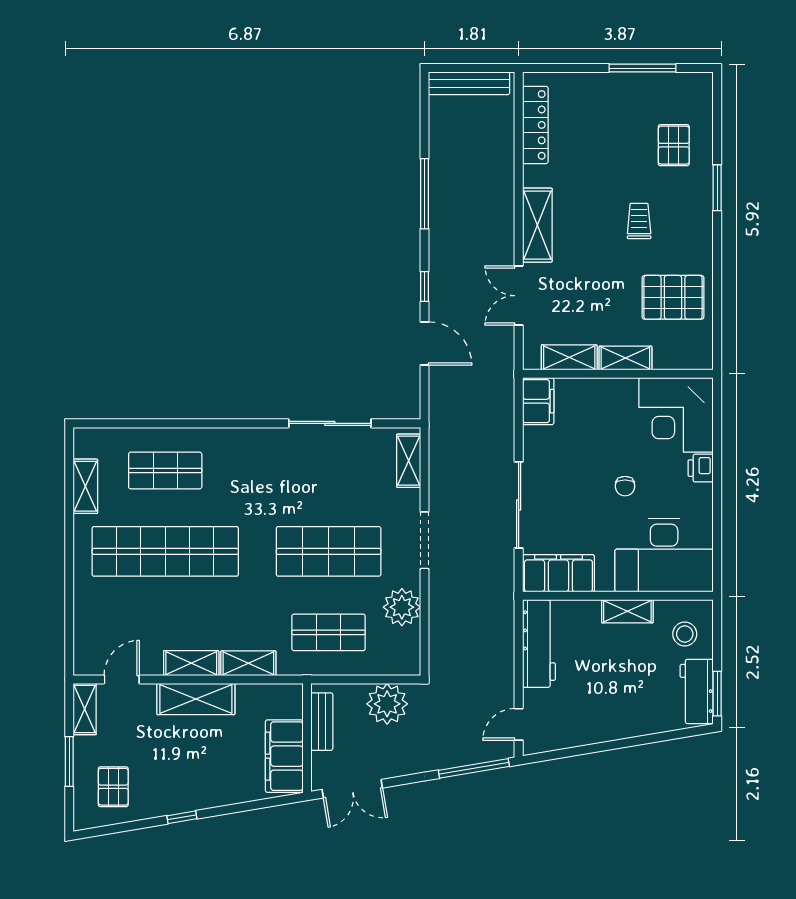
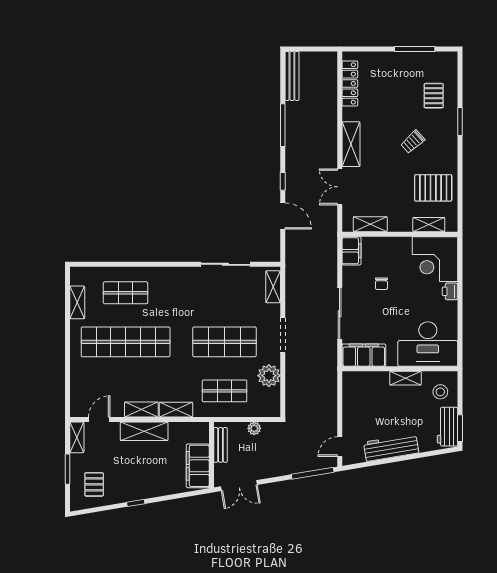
bench: (469, 83) -> (292, 76), moved, turned 90
trolley: (639, 221) -> (413, 142), turned -132
shelving: (625, 358) -> (429, 225), moved
chair: (625, 486) -> (381, 284), moved
workbench: (539, 644) -> (391, 448), moved, turned -100
plant: (387, 704) -> (254, 428), width x0.53, depth x0.53

